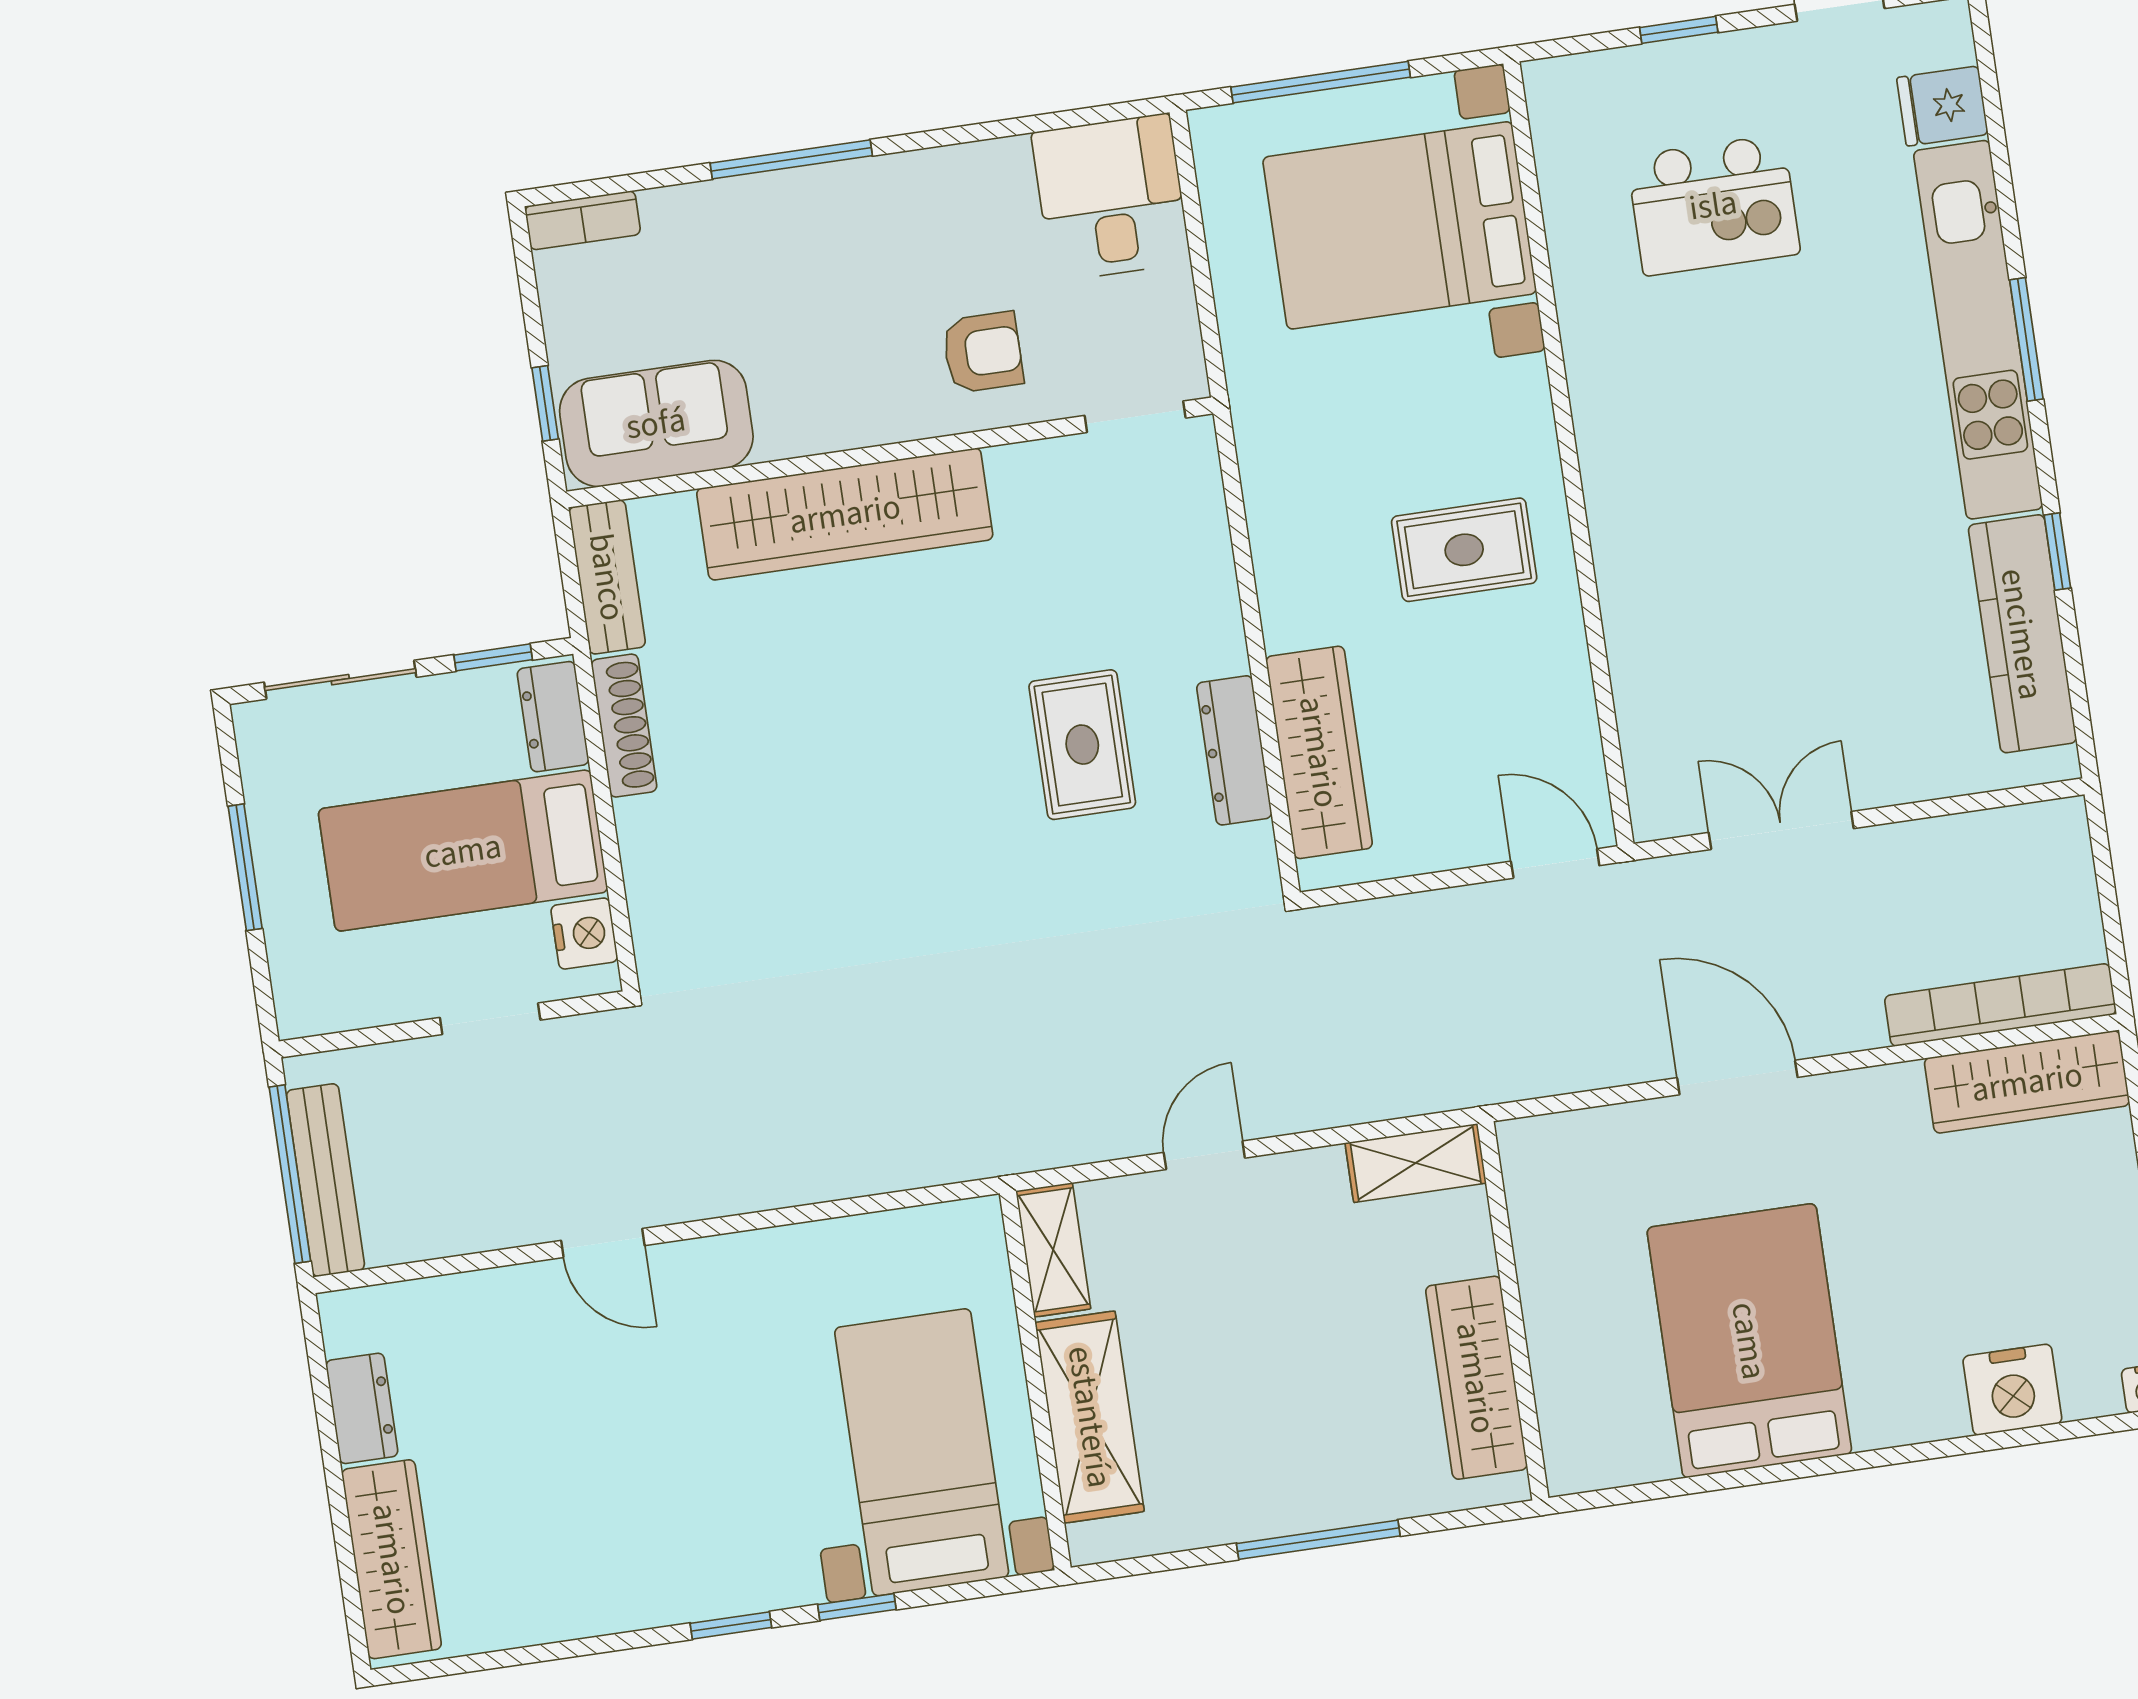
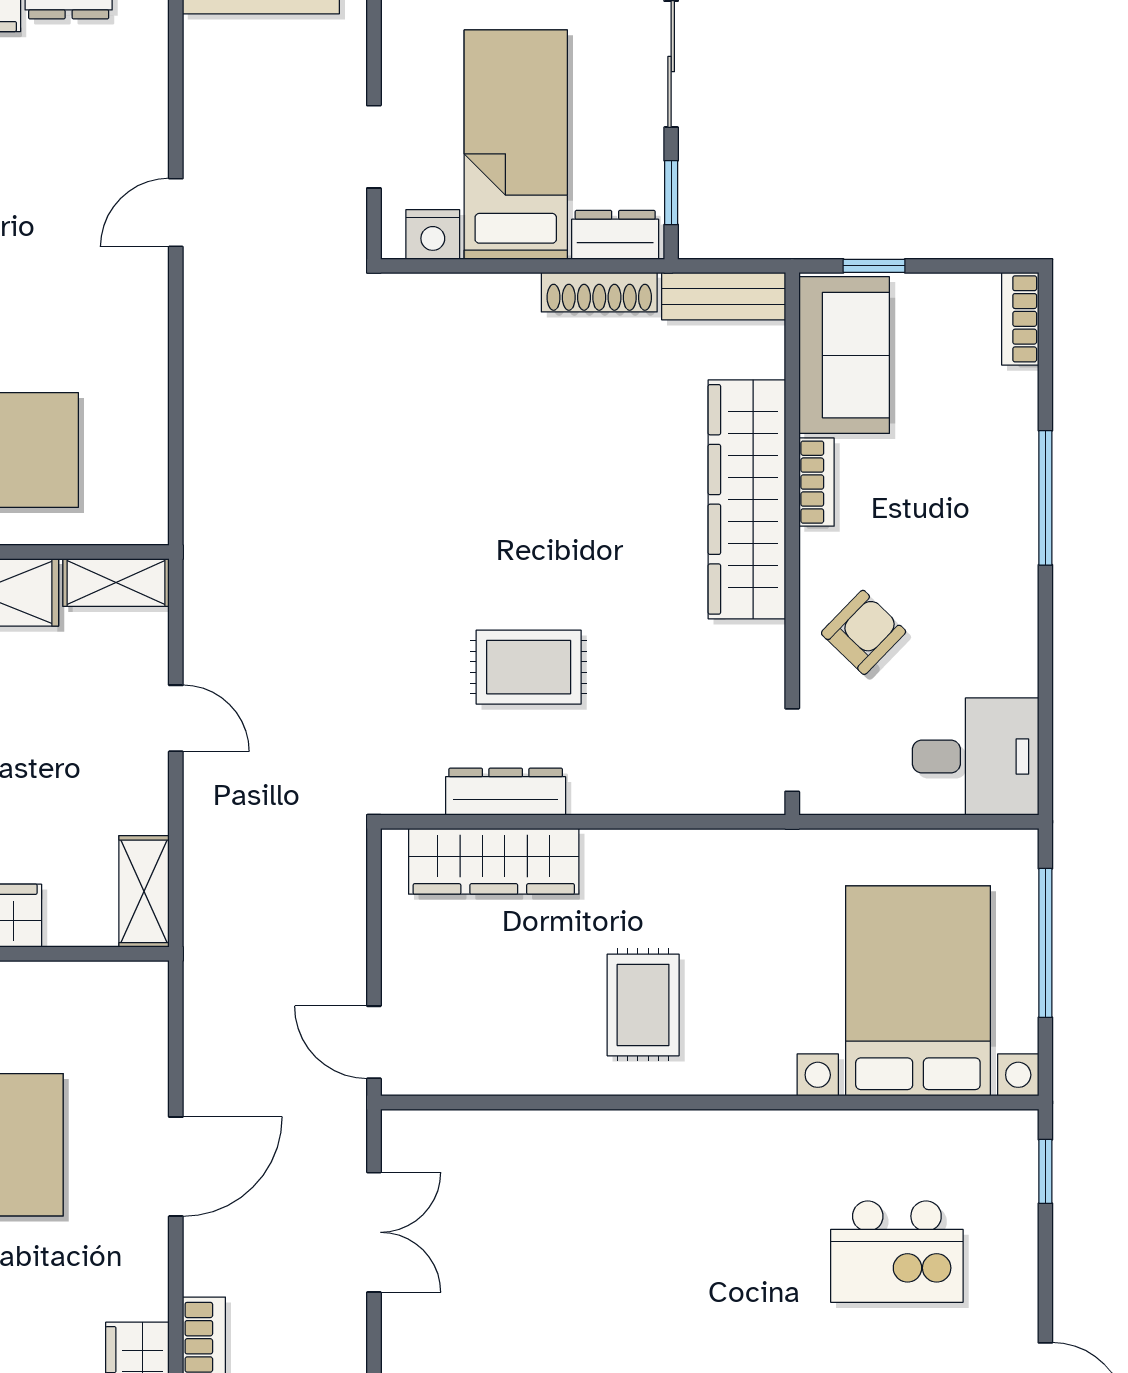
window: (1679, 30) -> (1045, 1171), moved
kitchen island: (1713, 205) -> (897, 1252), turned -90
armchair: (983, 352) -> (864, 632), turned -136
bookcase: (812, 434) -> (816, 482), added
door: (1555, 863) -> (374, 1042), swing flipped

